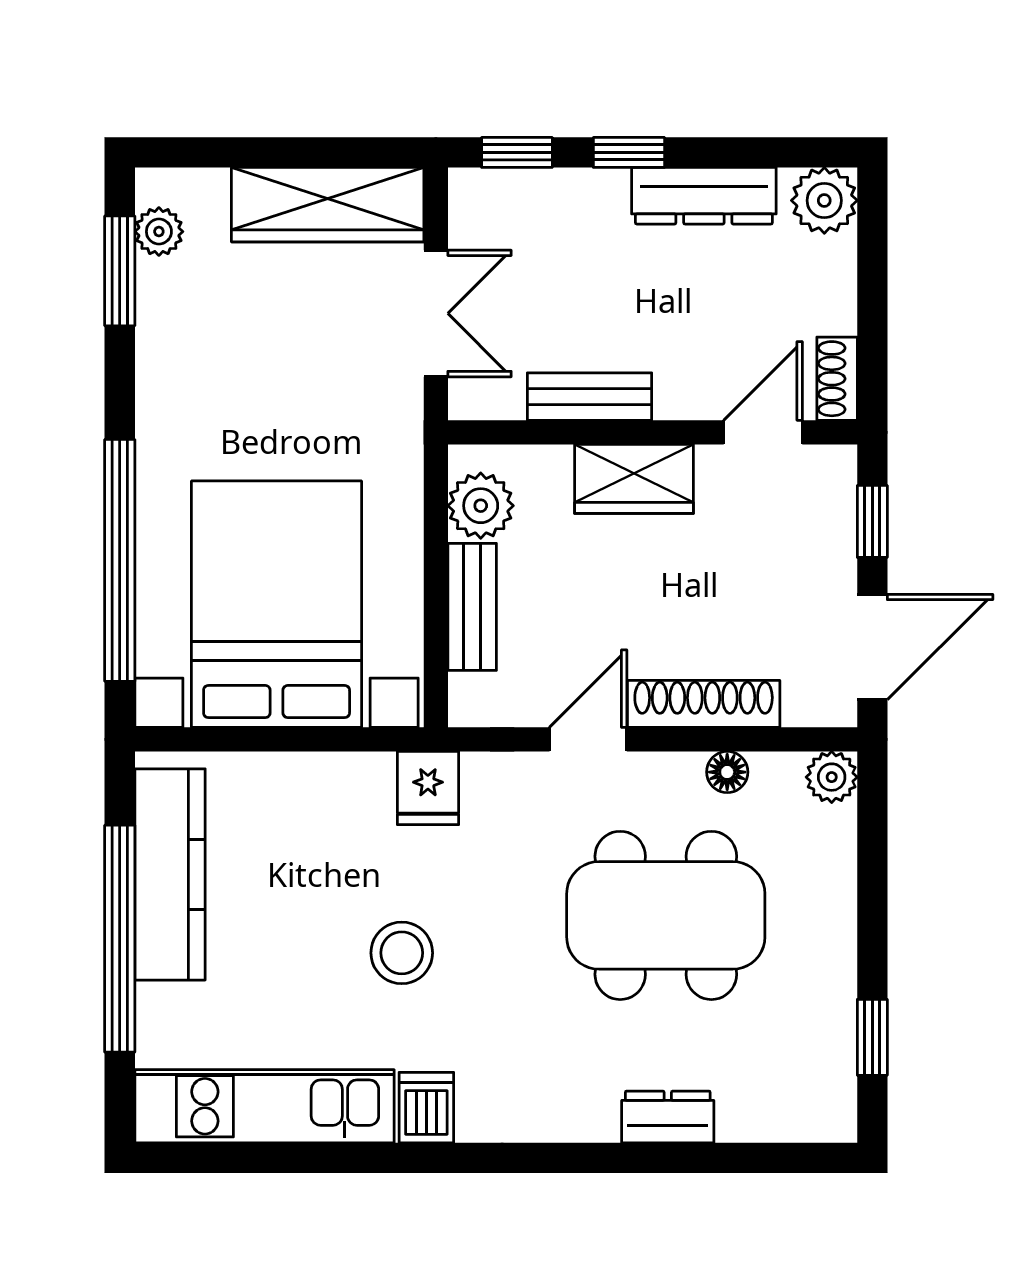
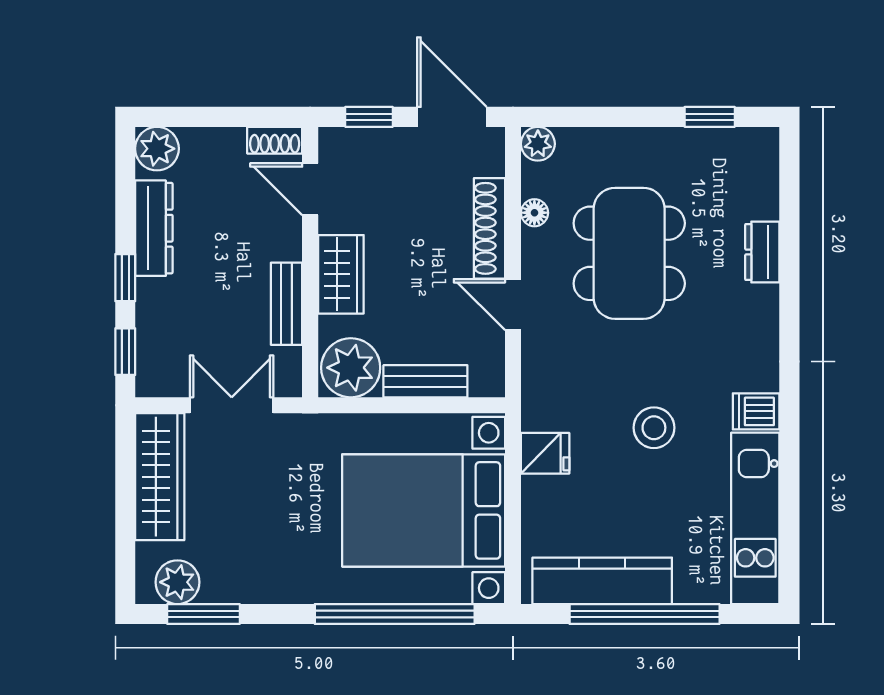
plant: (159, 232) -> (177, 582), width x1.38, depth x1.38
plant: (481, 506) -> (351, 368), width x1.36, depth x1.36
fridge: (428, 788) -> (545, 453), moved

